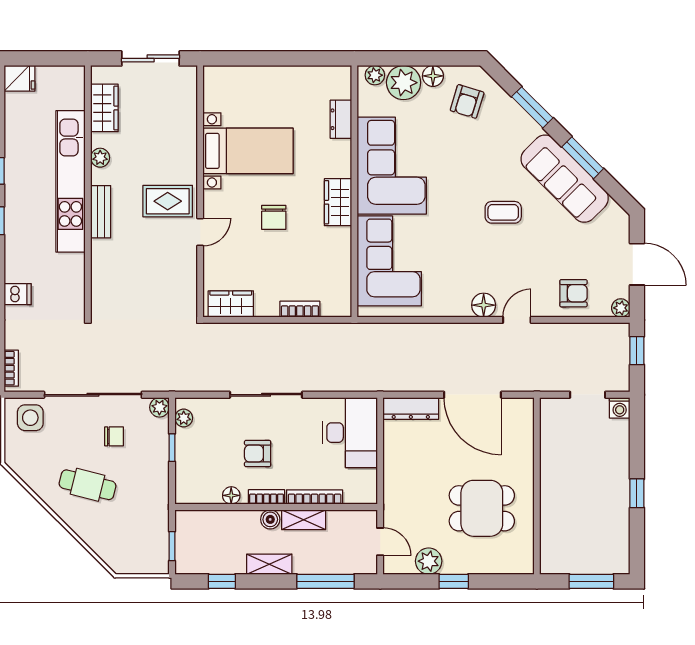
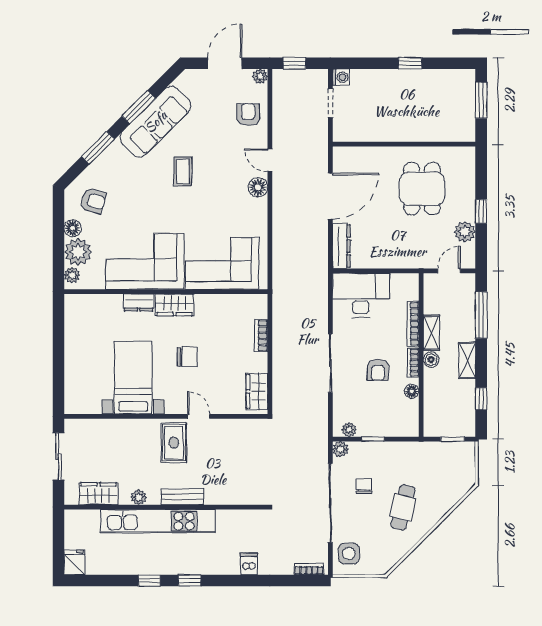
dresser: (341, 119) -> (139, 303), moved

